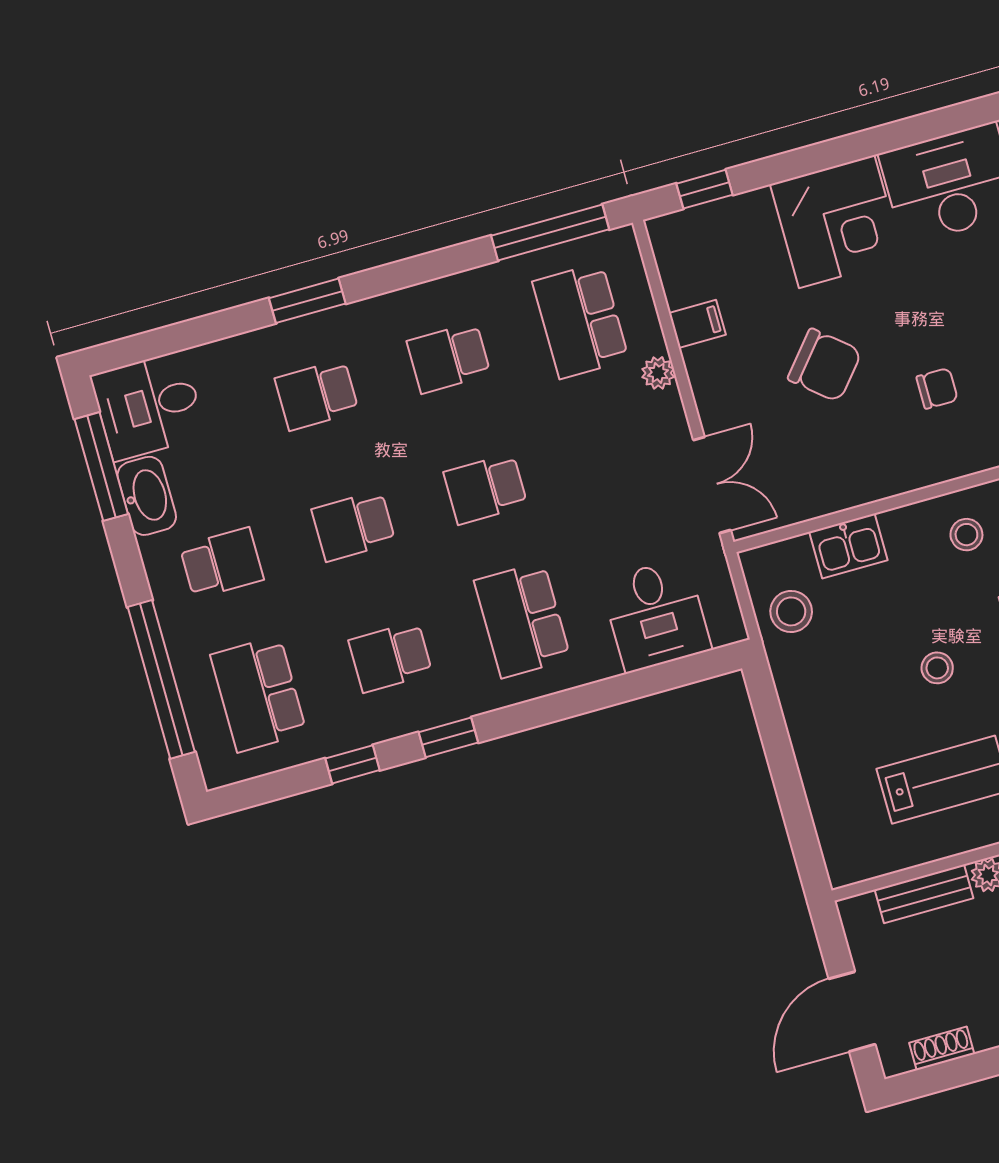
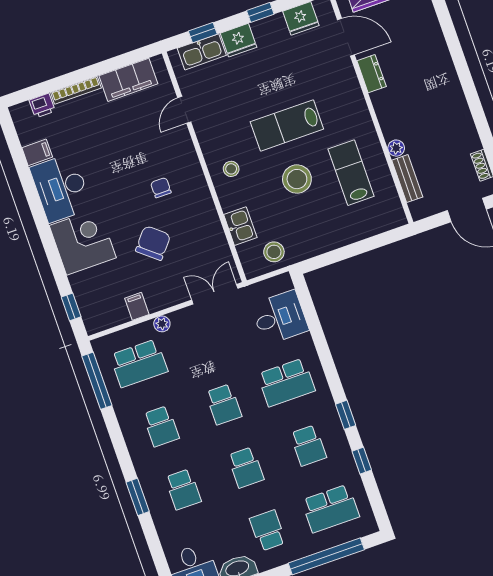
stool: (937, 668) -> (297, 179), width x1.89, depth x1.89

